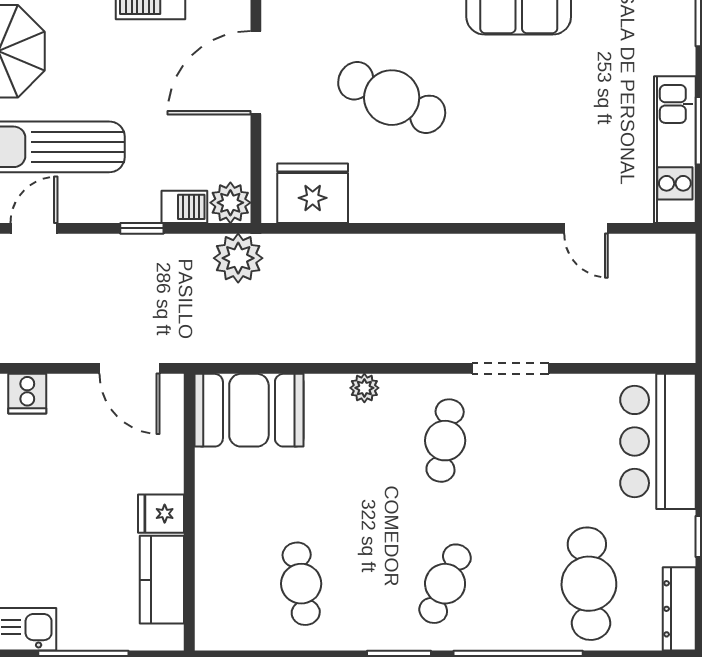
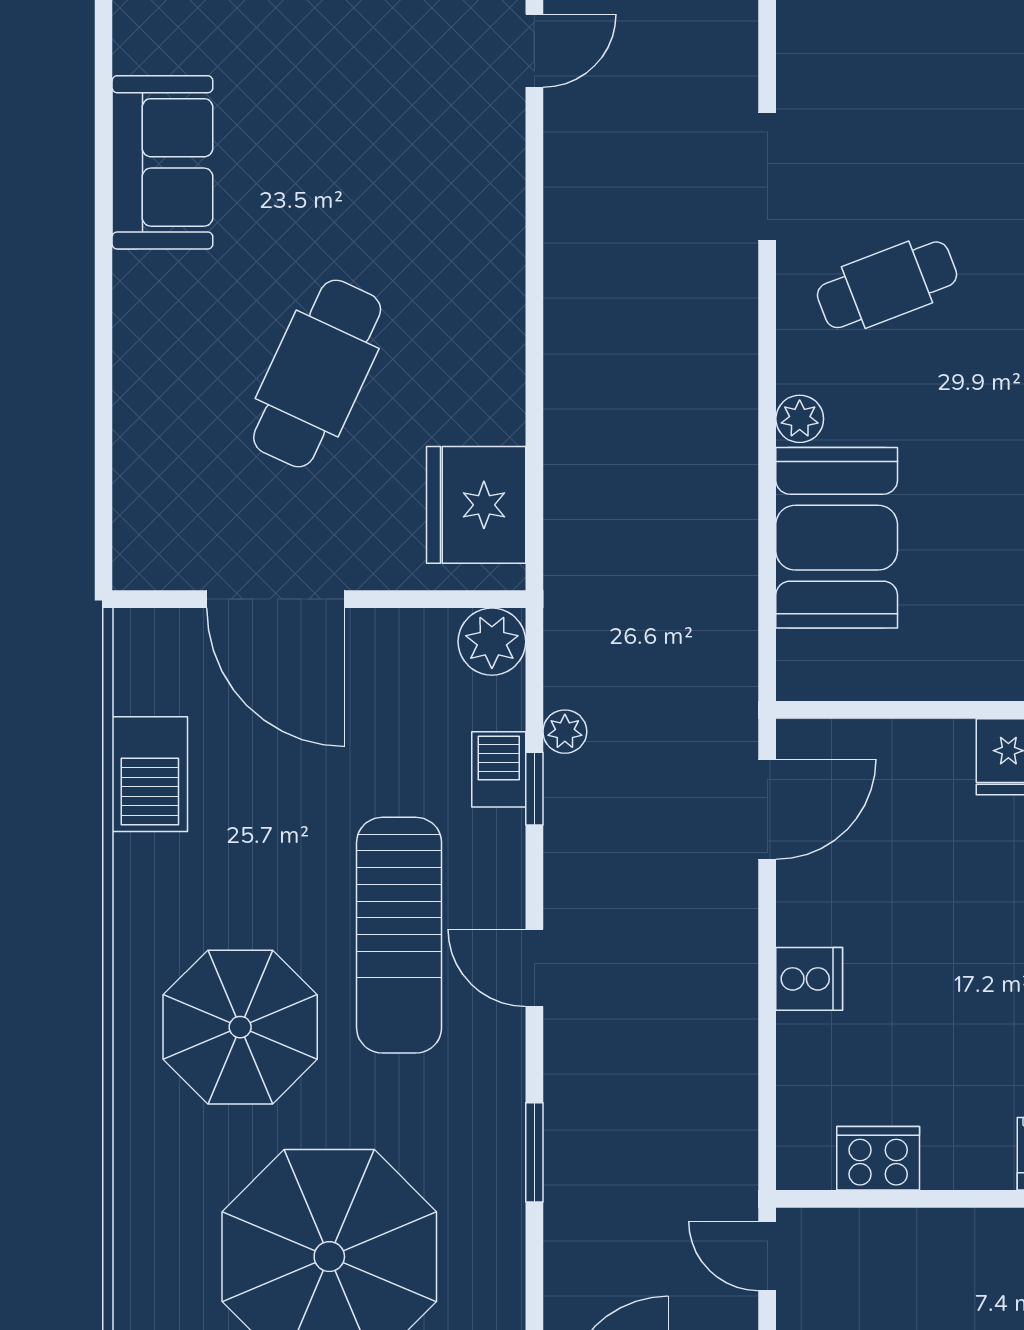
barbecue: (184, 207) -> (499, 769), moved
plant: (238, 258) -> (565, 732), moved, width x0.53, depth x0.53
booth: (249, 410) -> (837, 538), moved
cafe table: (445, 441) -> (887, 285), turned -30

